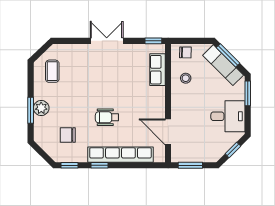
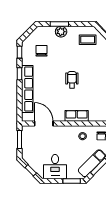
row of seats: (158, 70) -> (77, 116), moved
wheelchair: (107, 117) -> (72, 80), moved
door: (168, 132) -> (44, 123), hinge flipped

